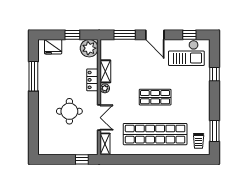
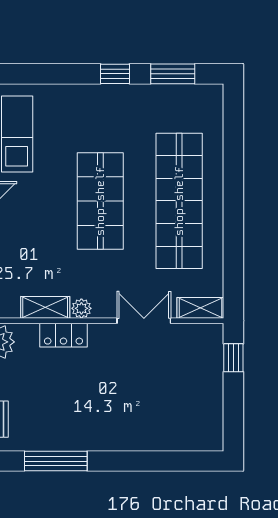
window: (214, 74) -> (115, 74), moved
shop shelf: (155, 97) -> (100, 201), width x1.43, depth x1.36
round table: (69, 111) -> (130, 384), removed
trolley: (199, 141) -> (194, 108), removed

